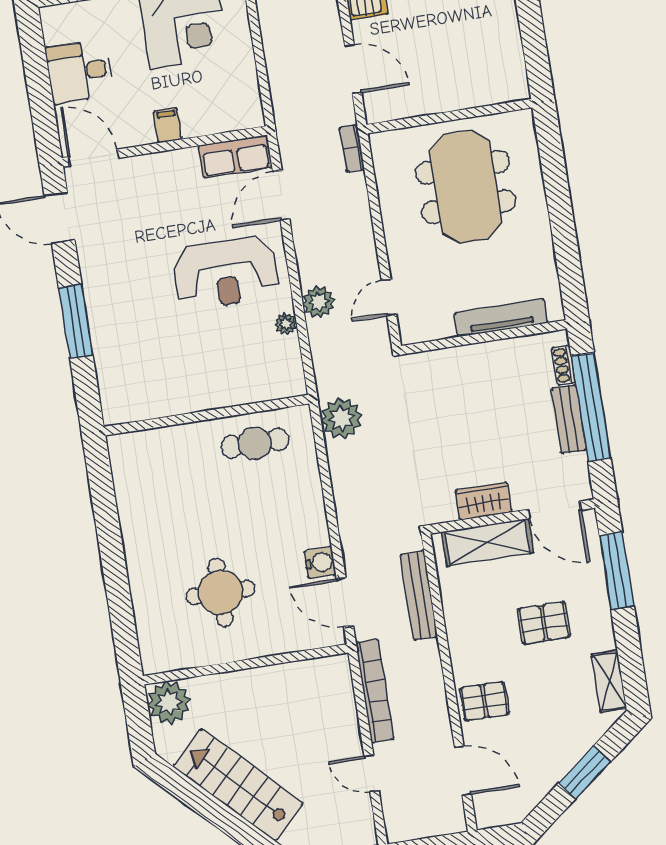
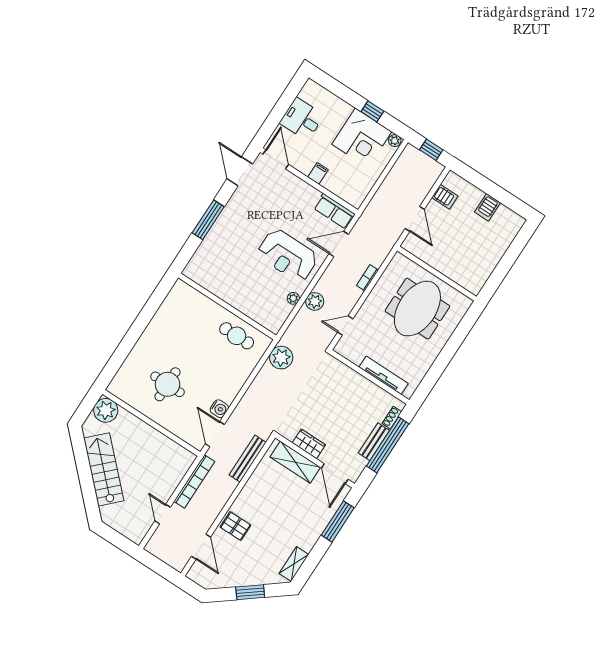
bookcase: (352, 148) -> (367, 278), moved
pallet: (544, 623) -> (289, 516), removed

